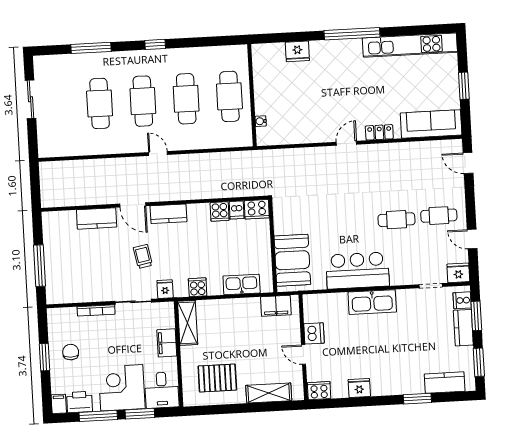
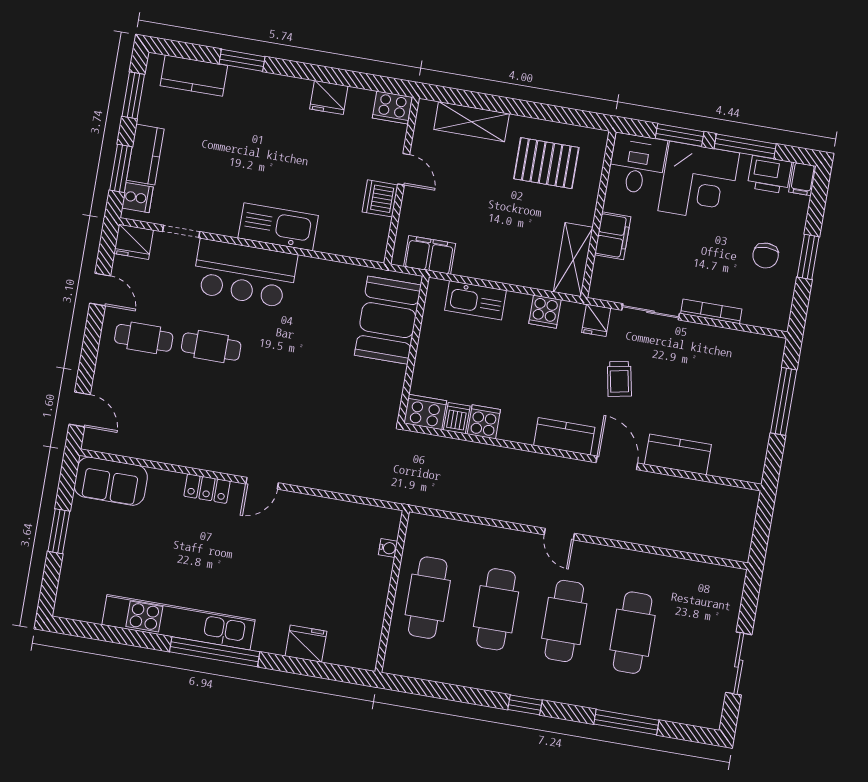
kitchen unit: (410, 45) -> (178, 622), moved
sofa: (431, 124) -> (111, 481), width x0.73
bar counter: (358, 270) -> (245, 273), moved

